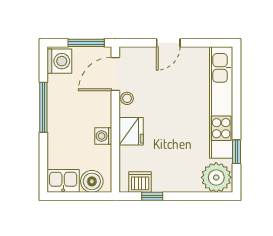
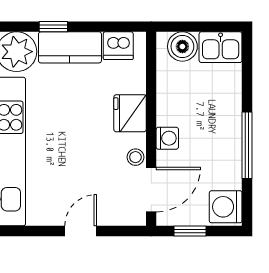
window: (86, 43) -> (190, 231), width x0.67
washing machine: (103, 136) -> (167, 138), moved
kitchen counter: (176, 181) -> (70, 47), added
window: (152, 196) -> (53, 27), moved

